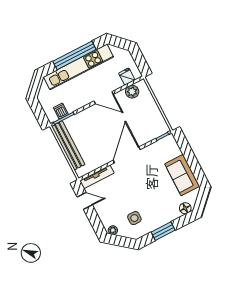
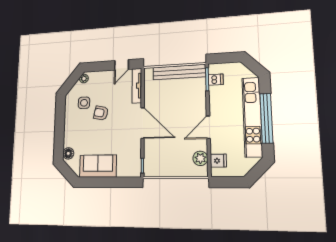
armchair: (136, 197) -> (101, 113), added
window: (163, 231) -> (60, 123), removed

